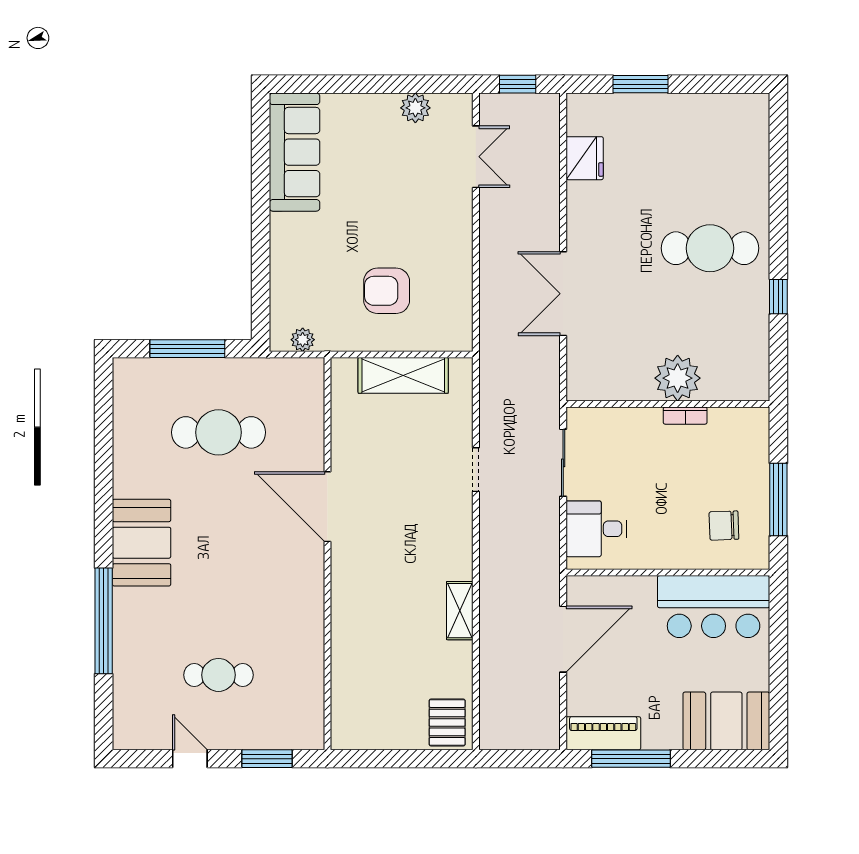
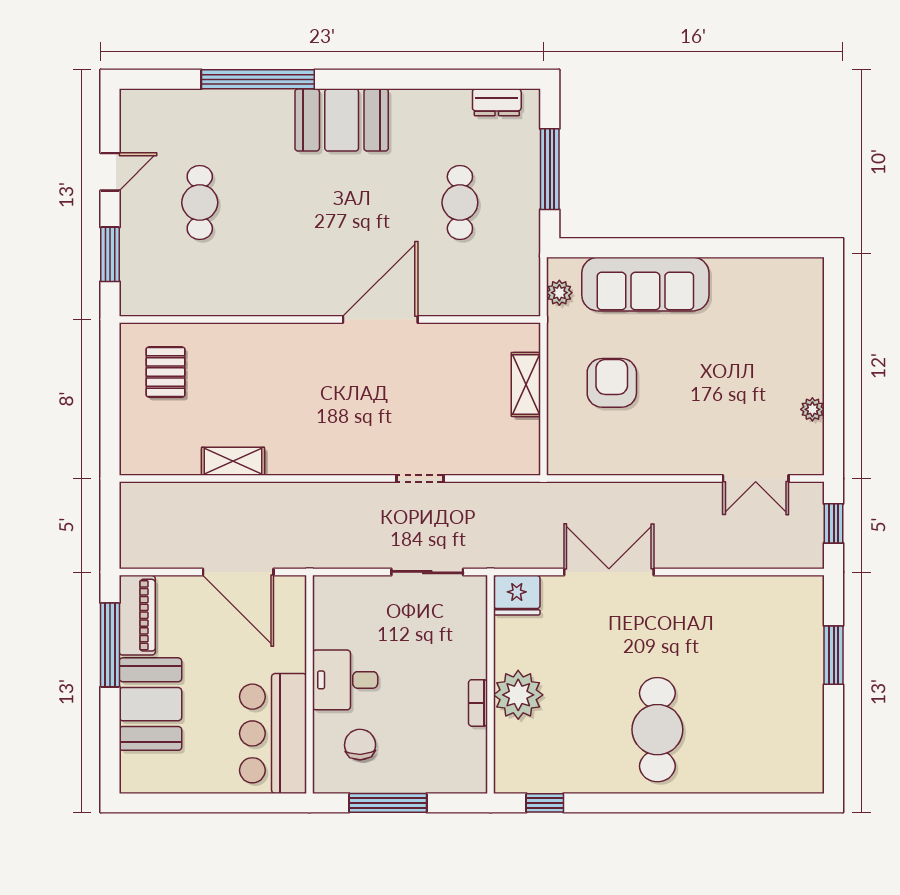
plant: (415, 108) -> (812, 409), width x0.73, depth x0.73
sofa: (295, 152) -> (645, 284), moved
fridge: (585, 158) -> (517, 595), moved
window: (778, 297) -> (545, 803), moved
shelving: (403, 375) -> (526, 384), width x0.67, depth x0.75
dresser: (125, 398) -> (497, 102), added
cafe table: (219, 432) -> (460, 203), width x0.73, depth x0.74
desk: (596, 529) -> (345, 680), moved, turned -90
shelving: (460, 611) -> (233, 461), moved
booth: (726, 721) -> (150, 704), moved
pallet: (447, 722) -> (165, 372), moved, turned 90

